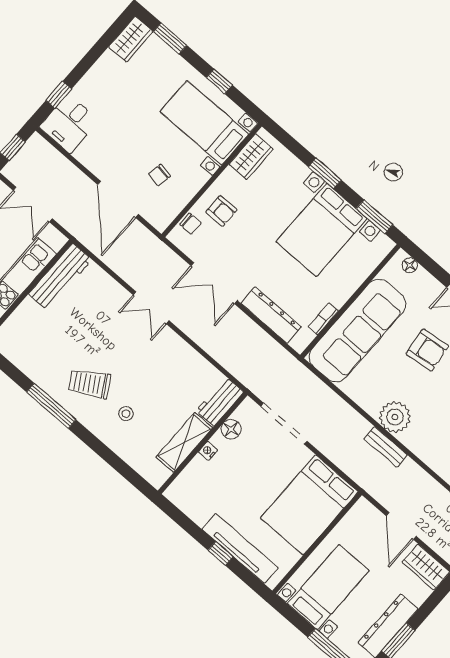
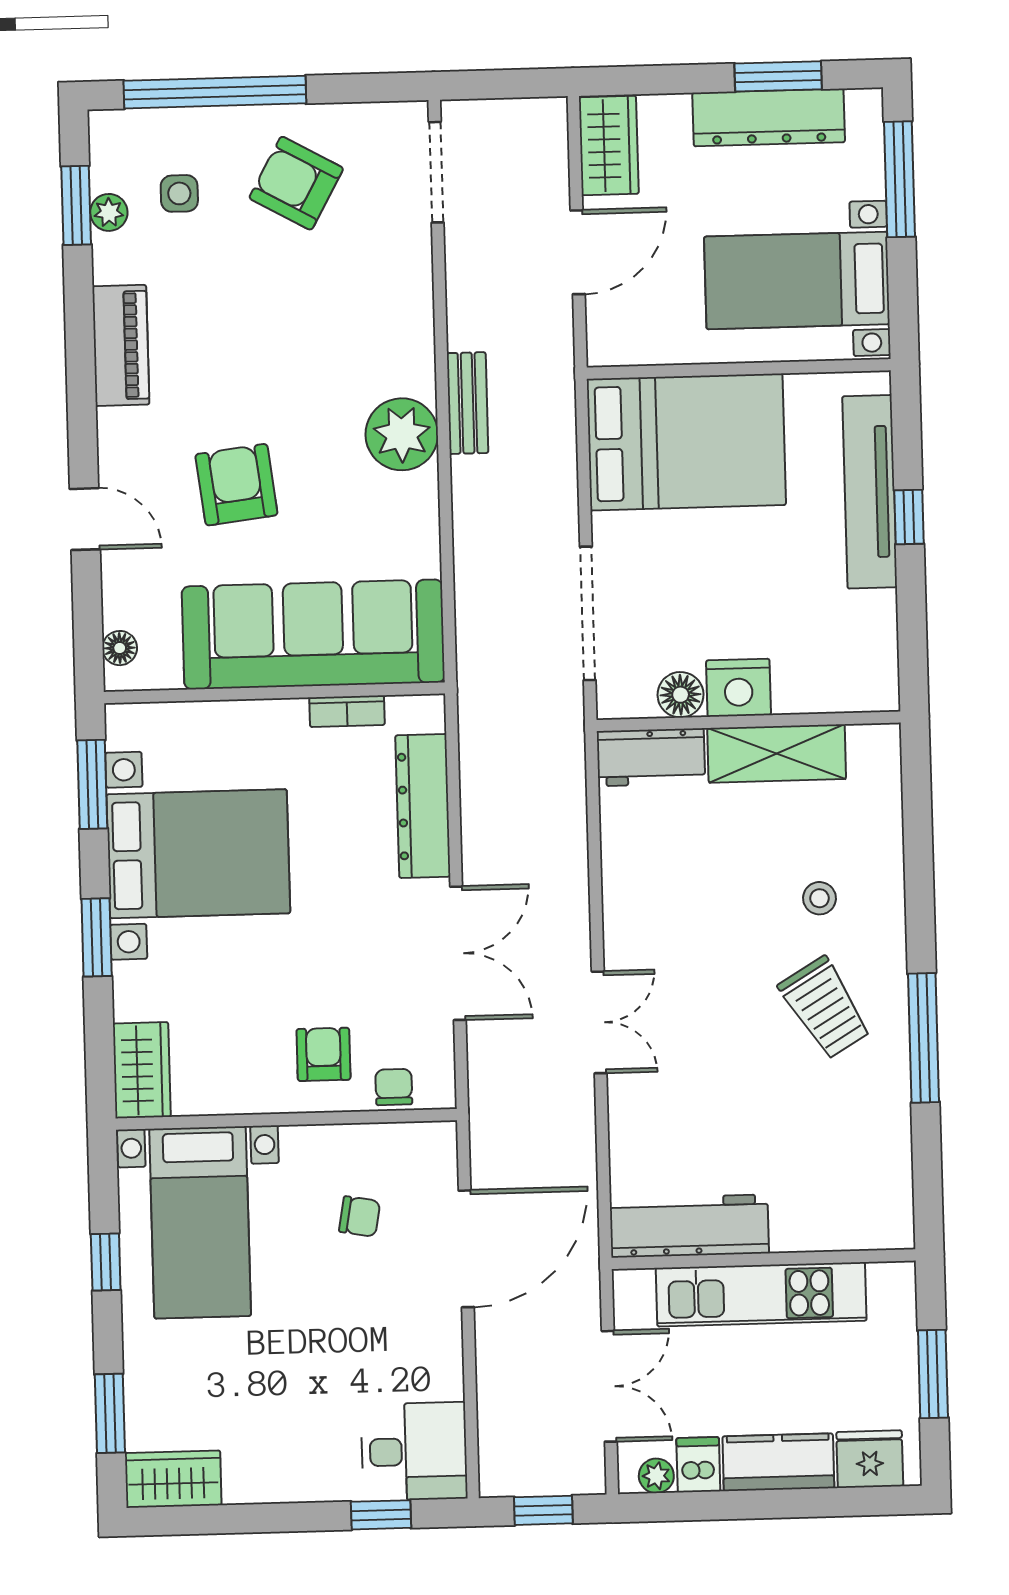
wardrobe: (251, 157) -> (142, 1070), moved, turned 90
nightstand: (208, 451) -> (739, 688), width x1.89, depth x1.79

